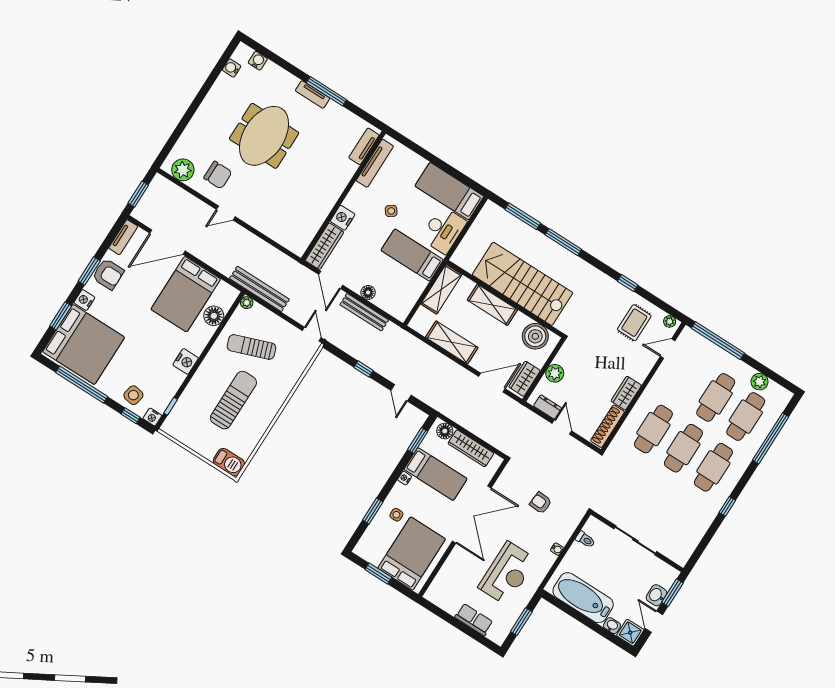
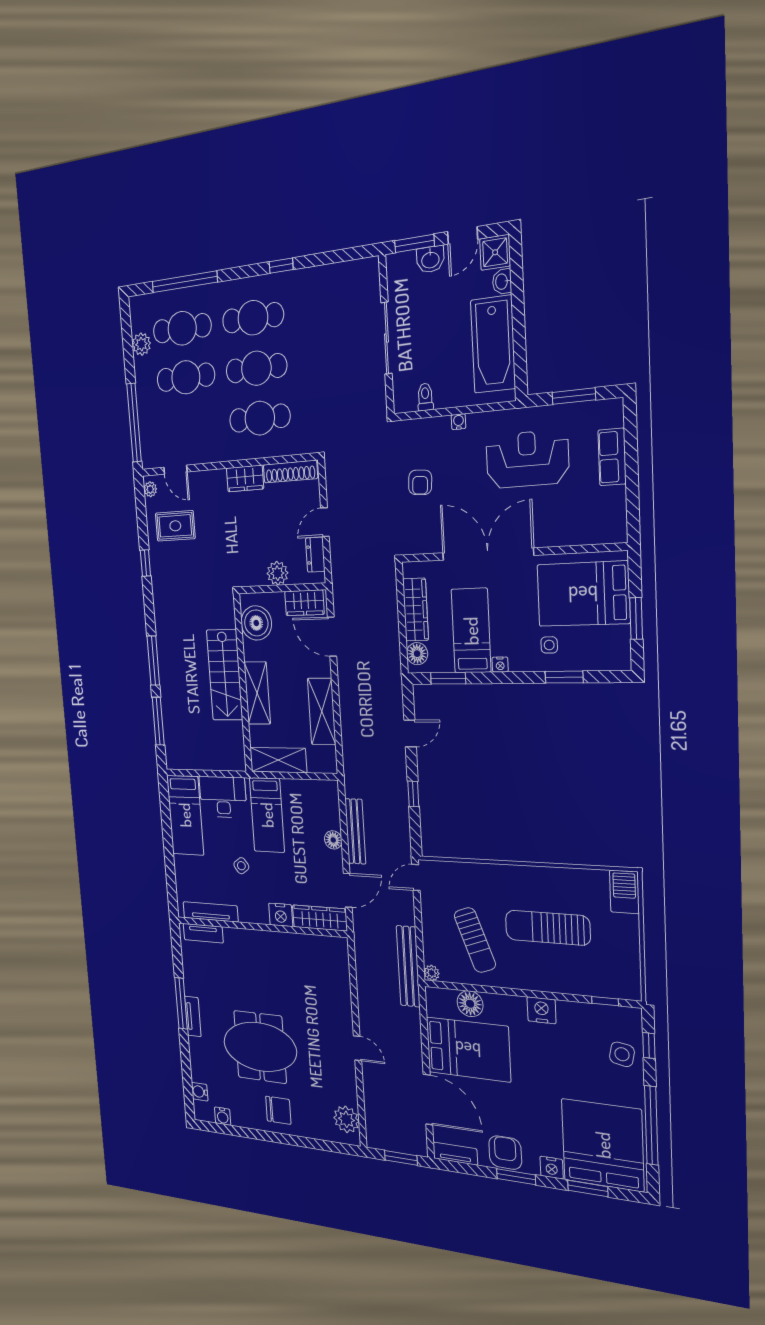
chair: (218, 175) -> (278, 1110), moved, turned 90
stairs: (523, 284) -> (225, 675), width x0.73, depth x0.66
nightstand: (152, 417) -> (633, 1017), removed

